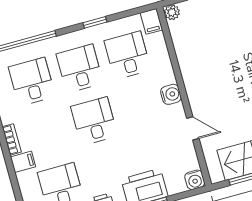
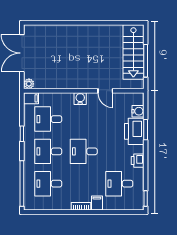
door: (193, 128) -> (105, 91), swing flipped
water cooler: (195, 180) -> (138, 111), moved

